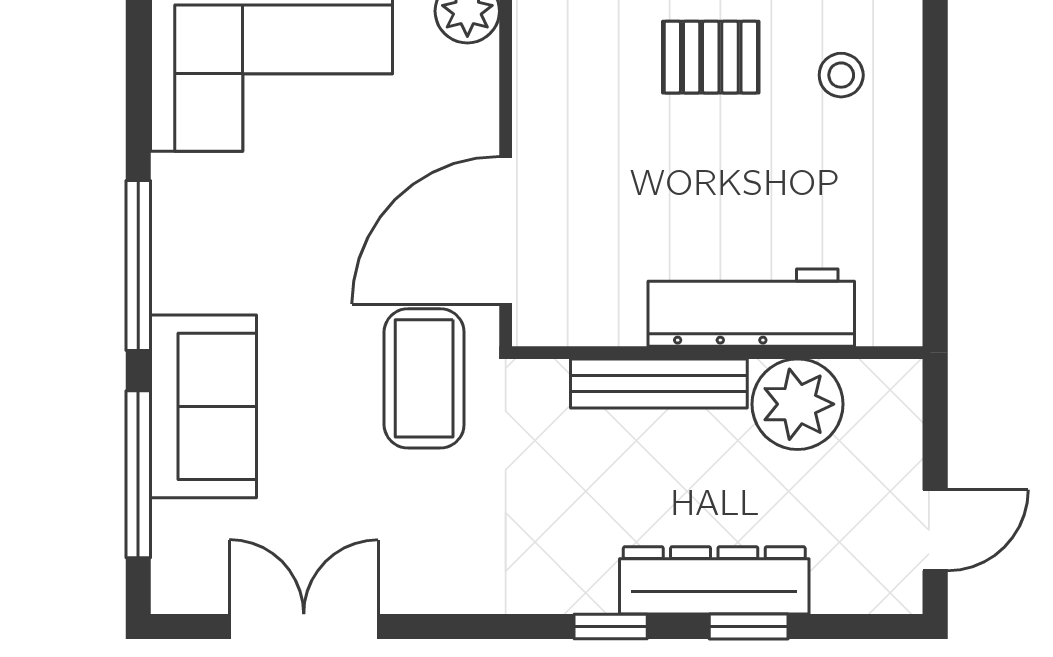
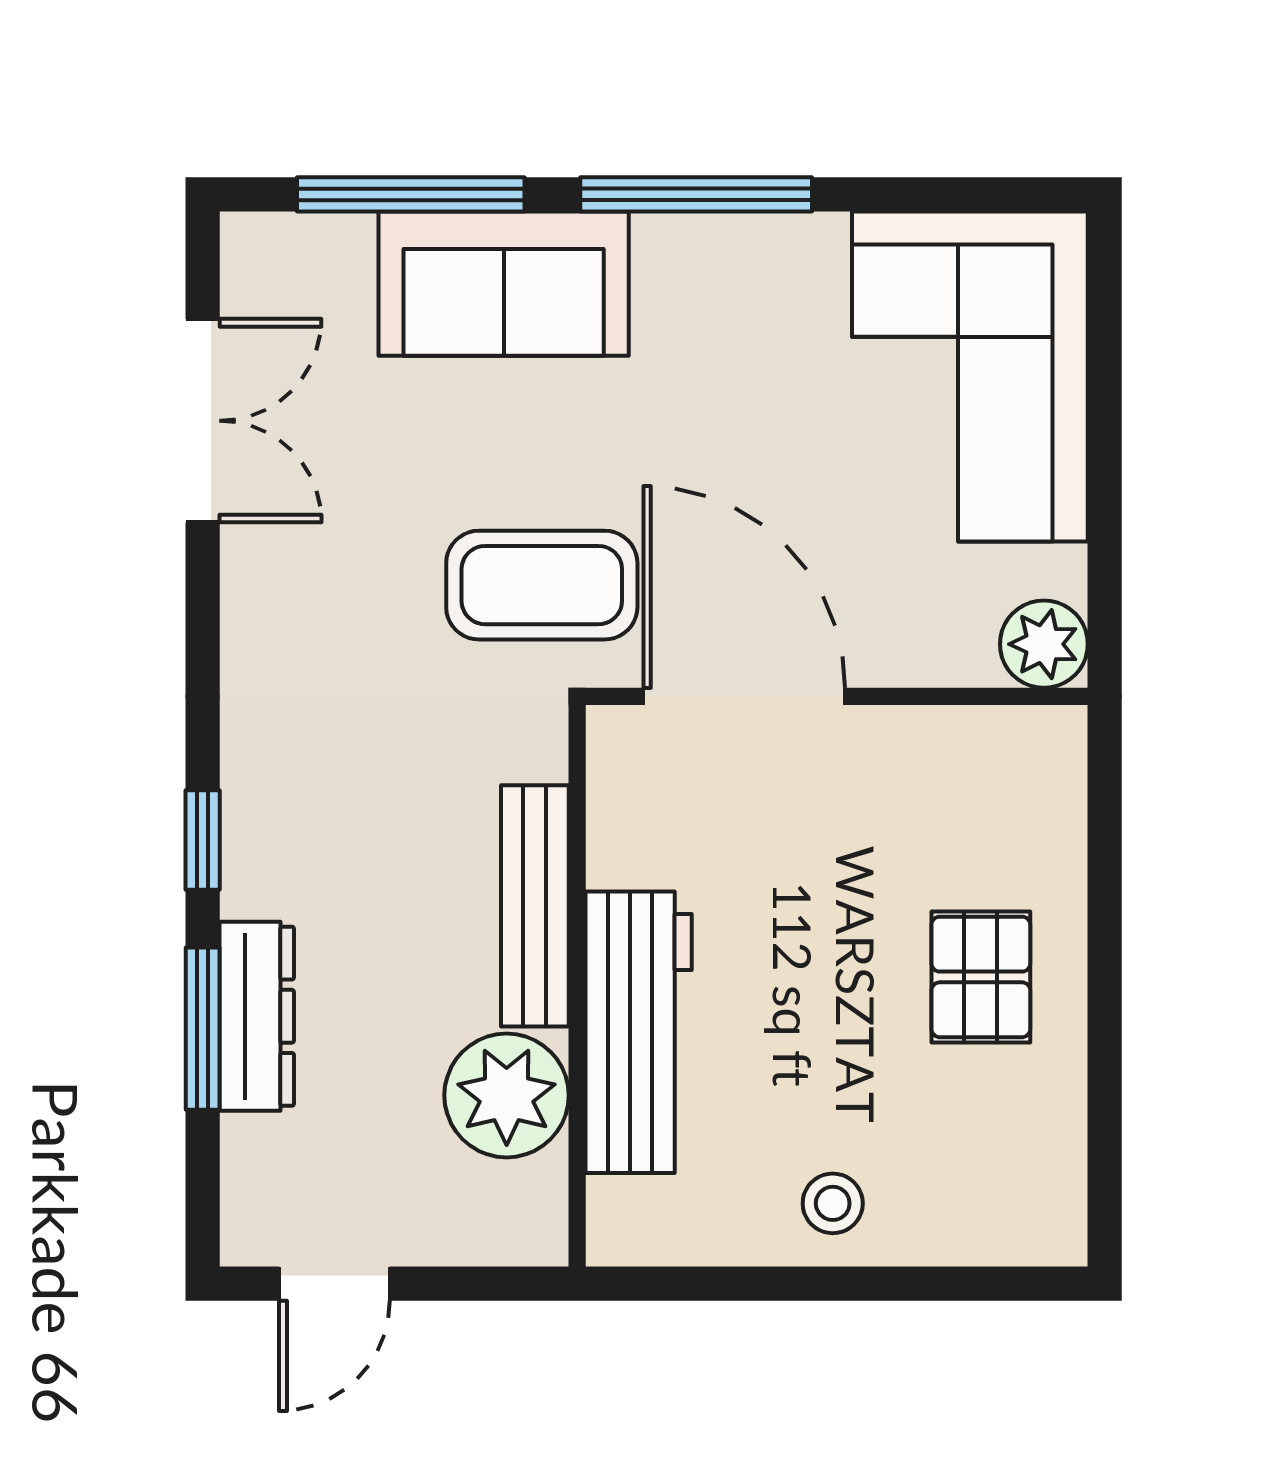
stool: (841, 75) -> (833, 1203), moved
door: (935, 530) -> (334, 1284), hinge flipped
dresser: (714, 580) -> (257, 1016), width x0.73, depth x0.80
window: (749, 626) -> (203, 1029), width x1.50

